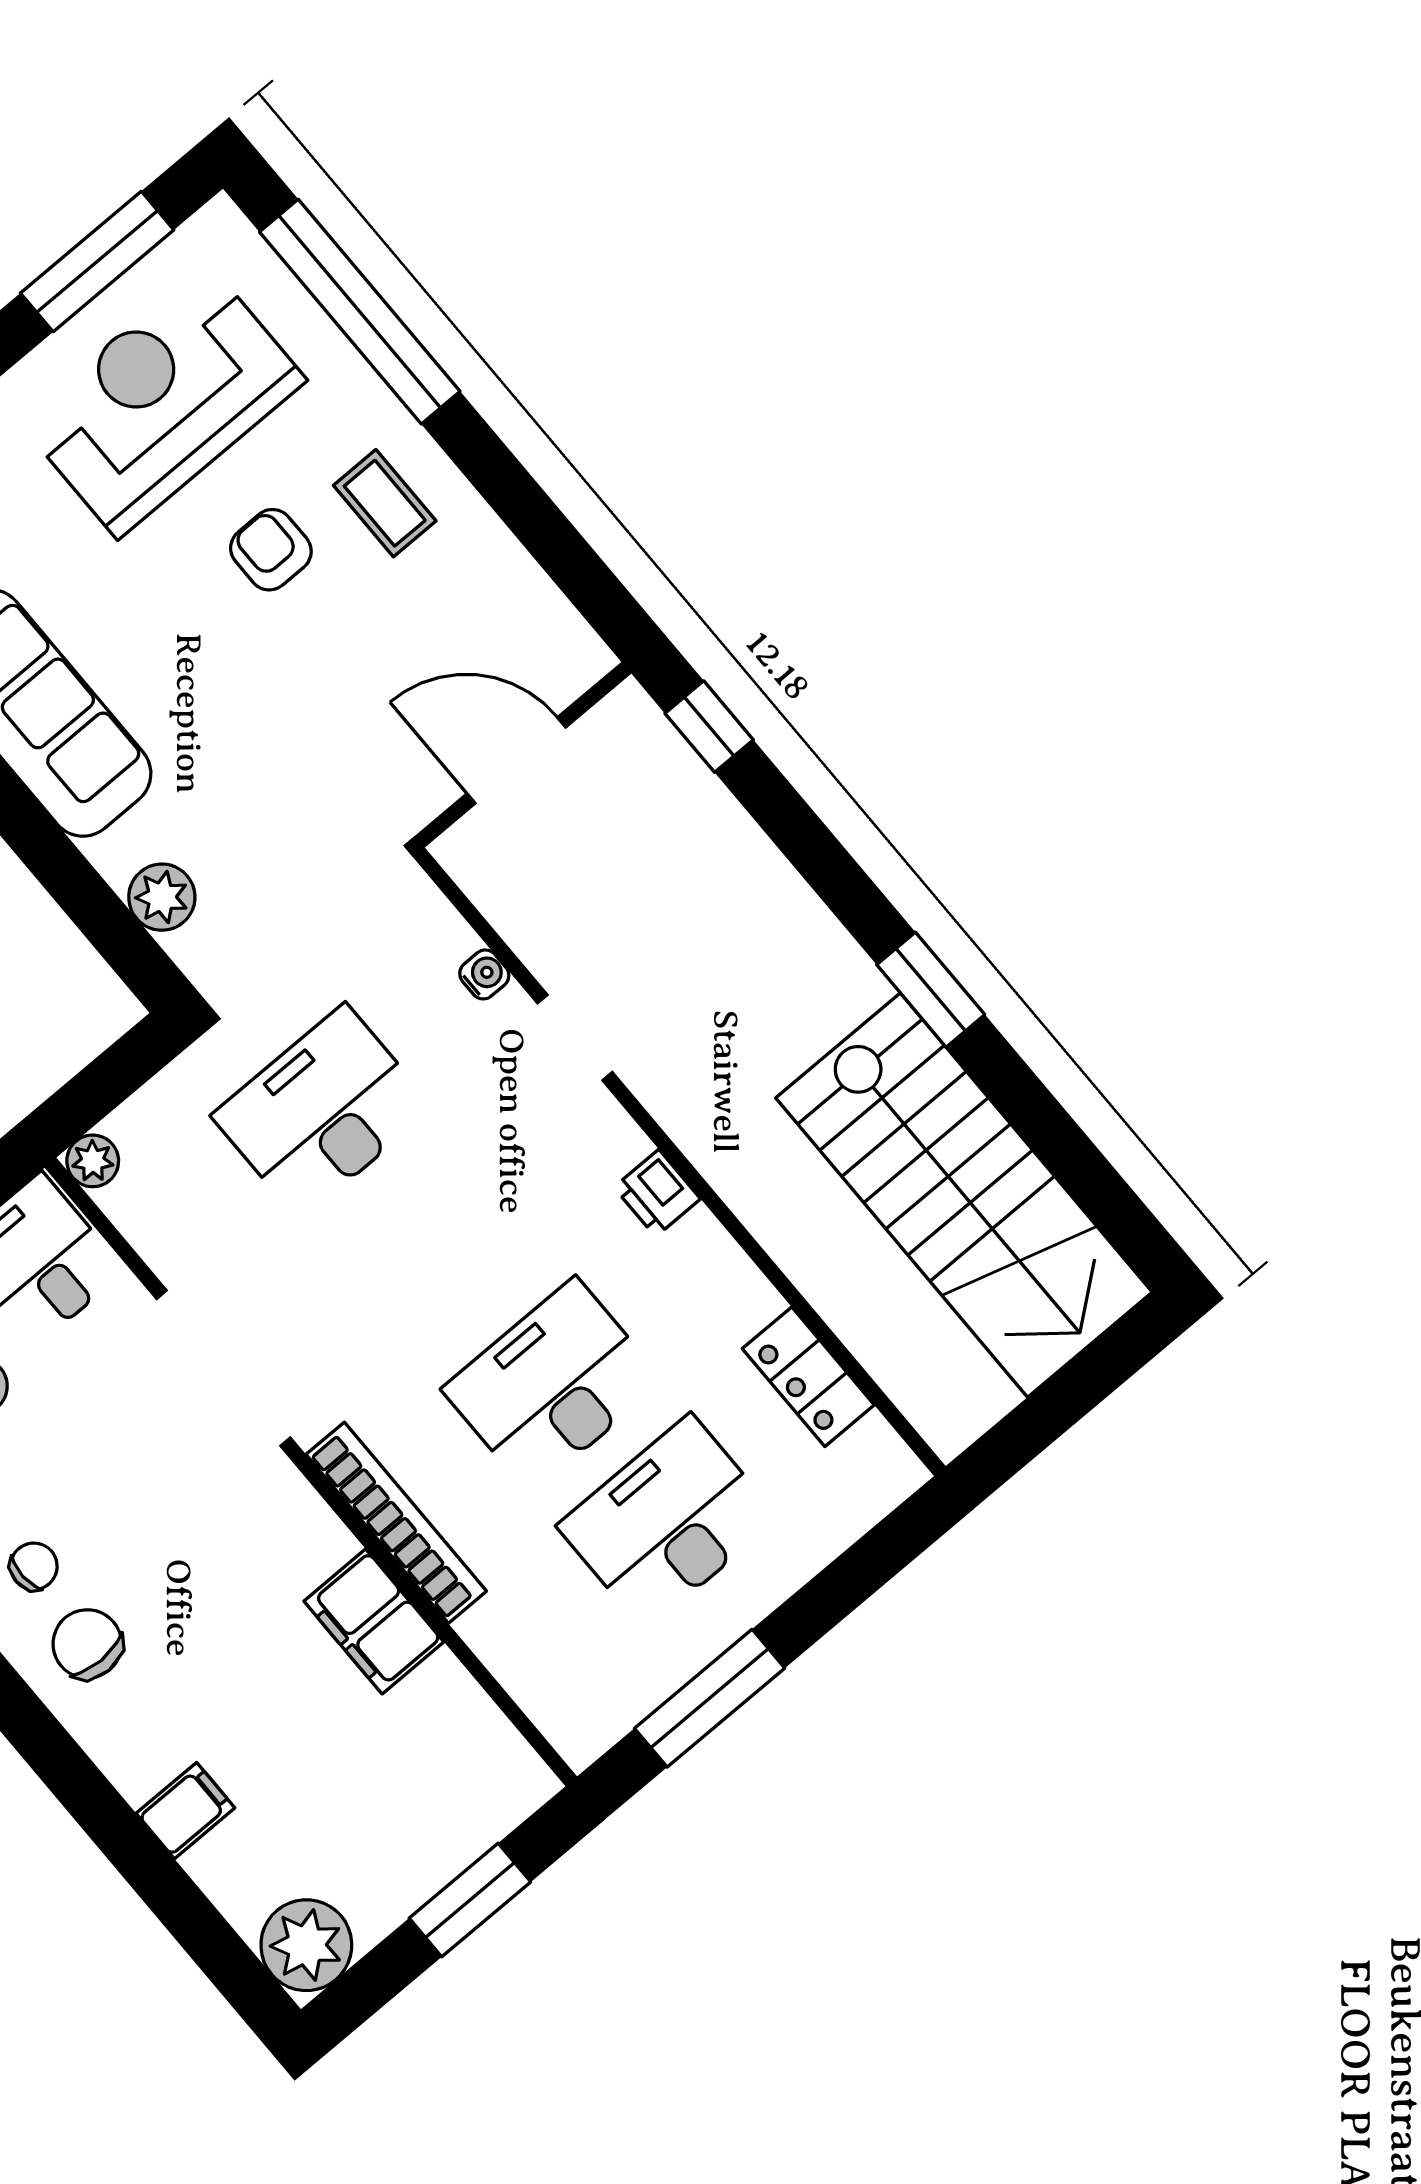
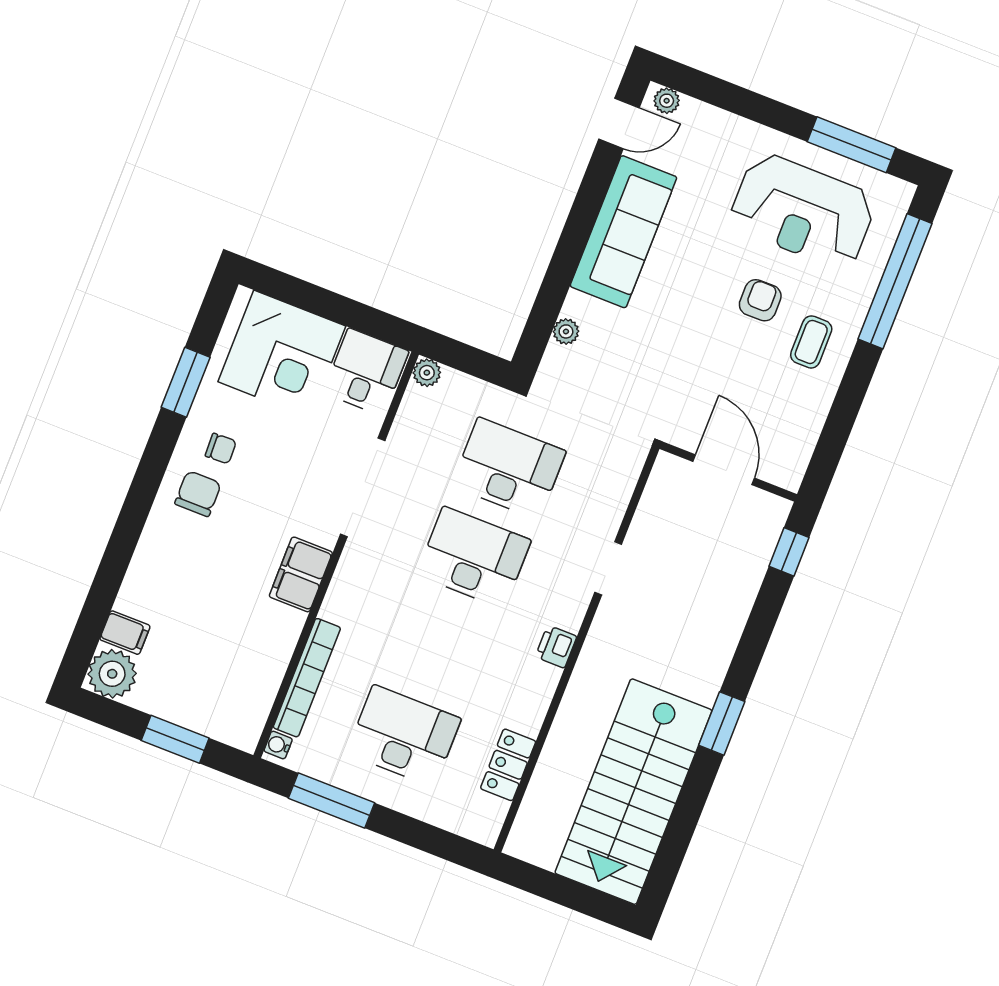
reception desk: (162, 401) -> (803, 211), turned 180
plant: (162, 897) -> (566, 331), width x0.73, depth x0.73
water cooler: (484, 974) -> (278, 745), moved, turned 180
desk: (553, 1385) -> (474, 557), moved
bookcase: (396, 1523) -> (307, 678), moved
filing cabinet: (374, 1621) -> (301, 574), moved
filing cabinet: (185, 1811) -> (125, 633), moved

